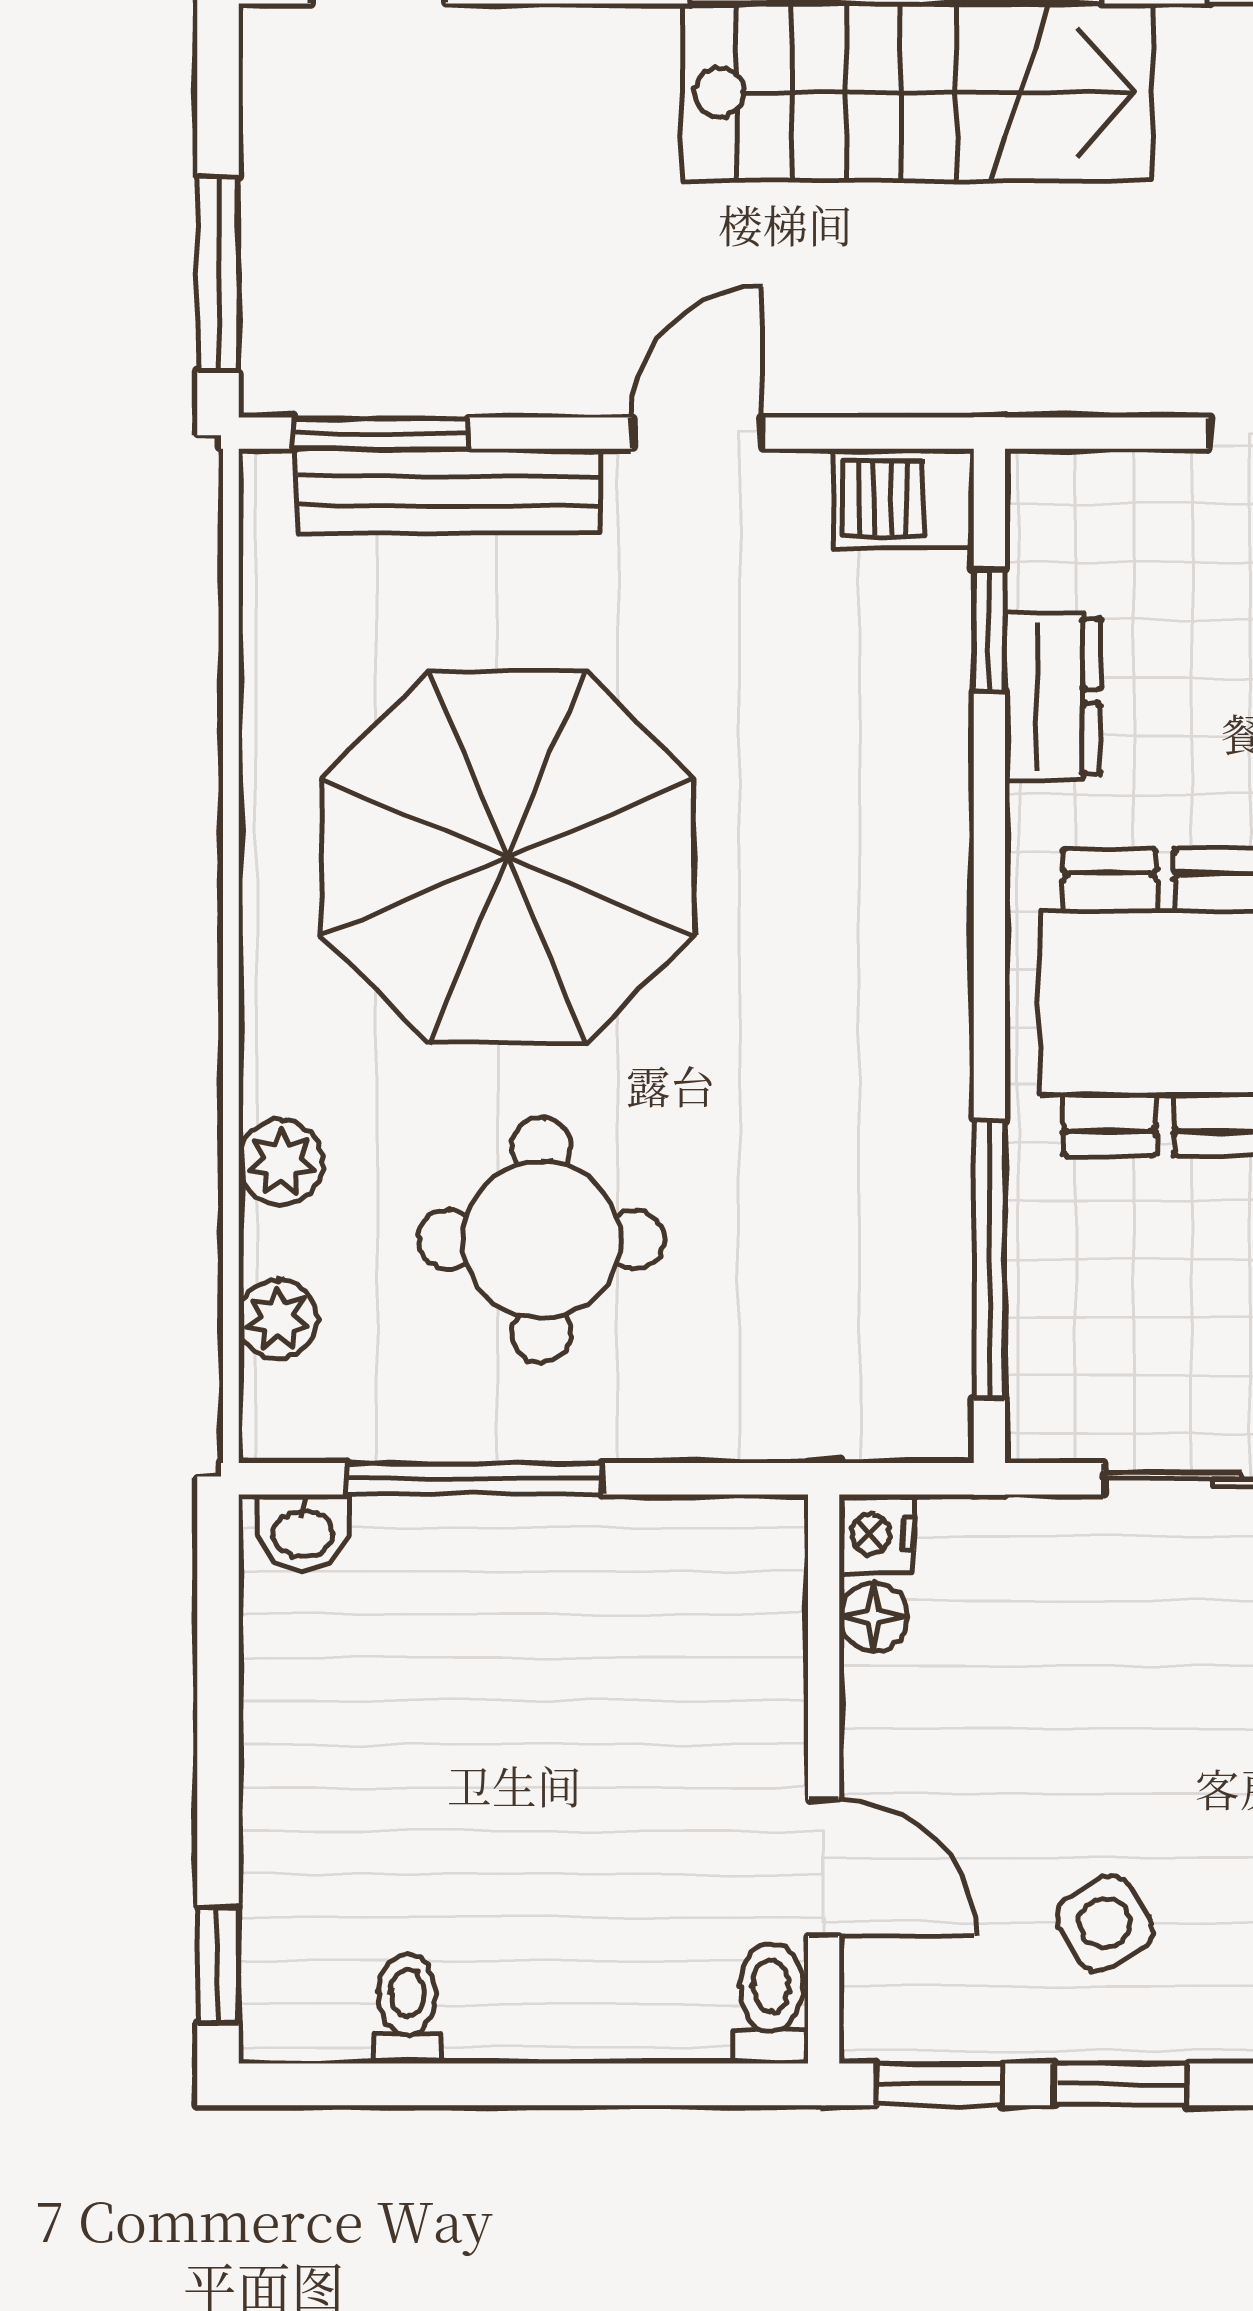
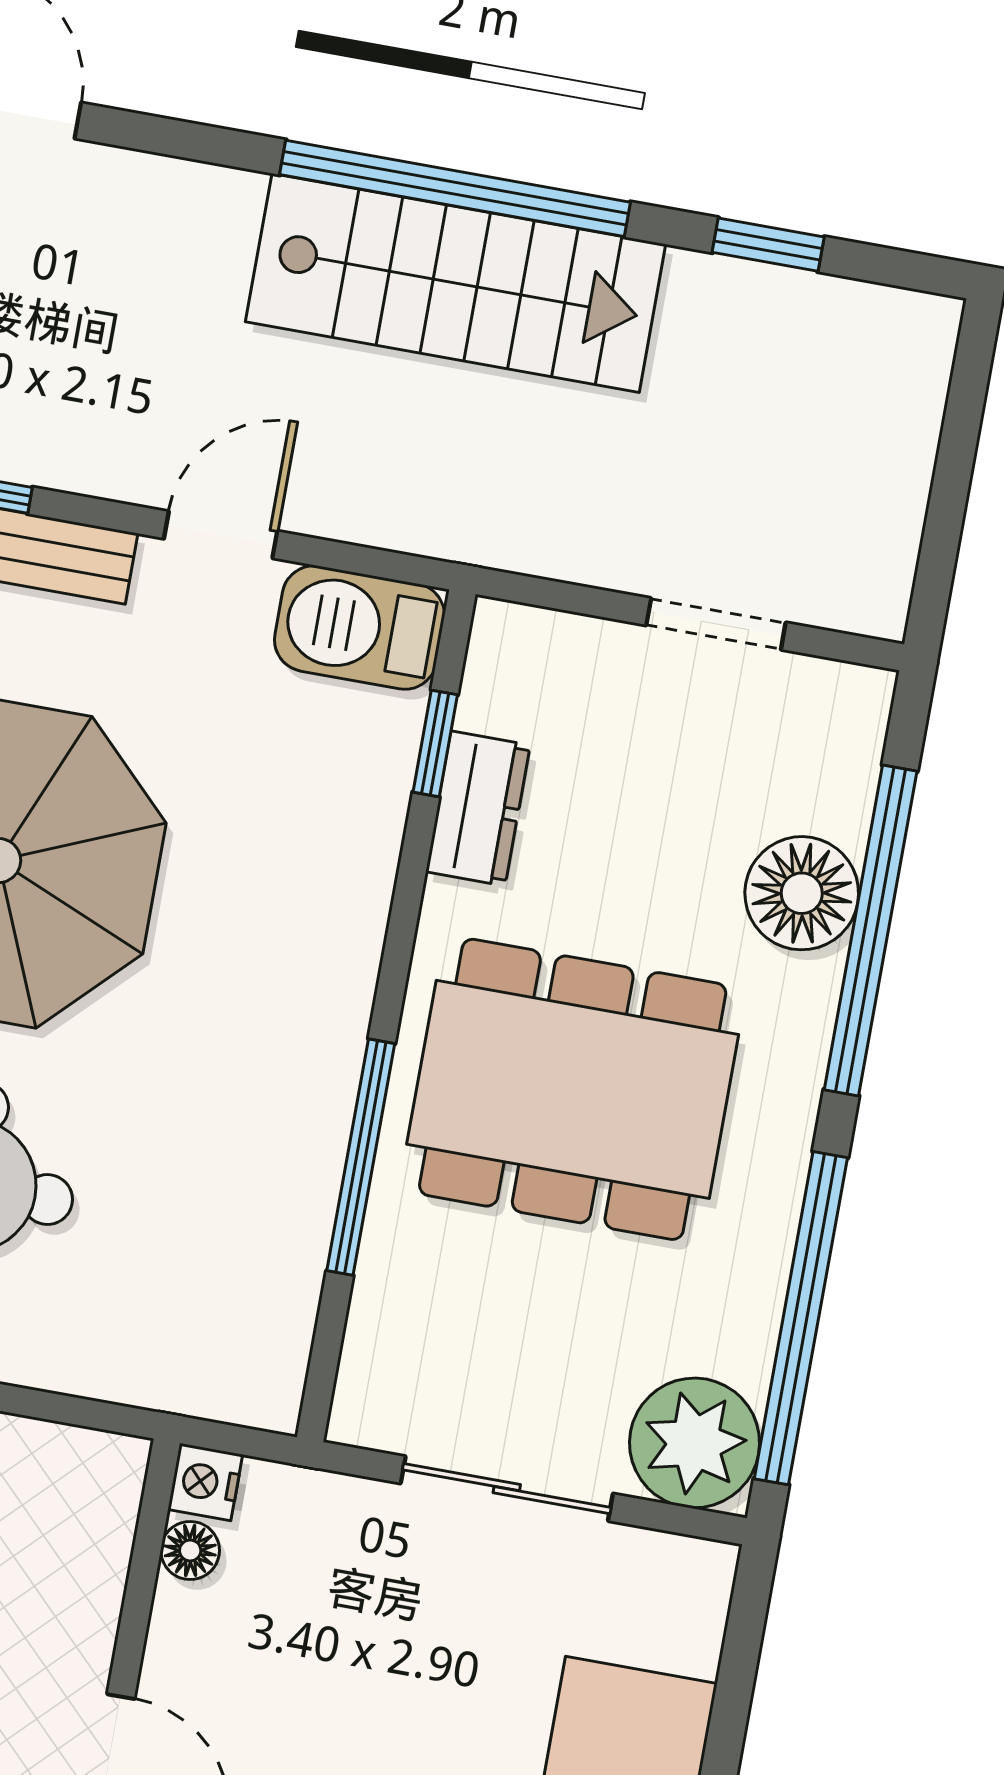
barbecue: (904, 498) -> (359, 627), width x1.38, depth x1.27
window: (989, 1259) -> (361, 1157), moved

